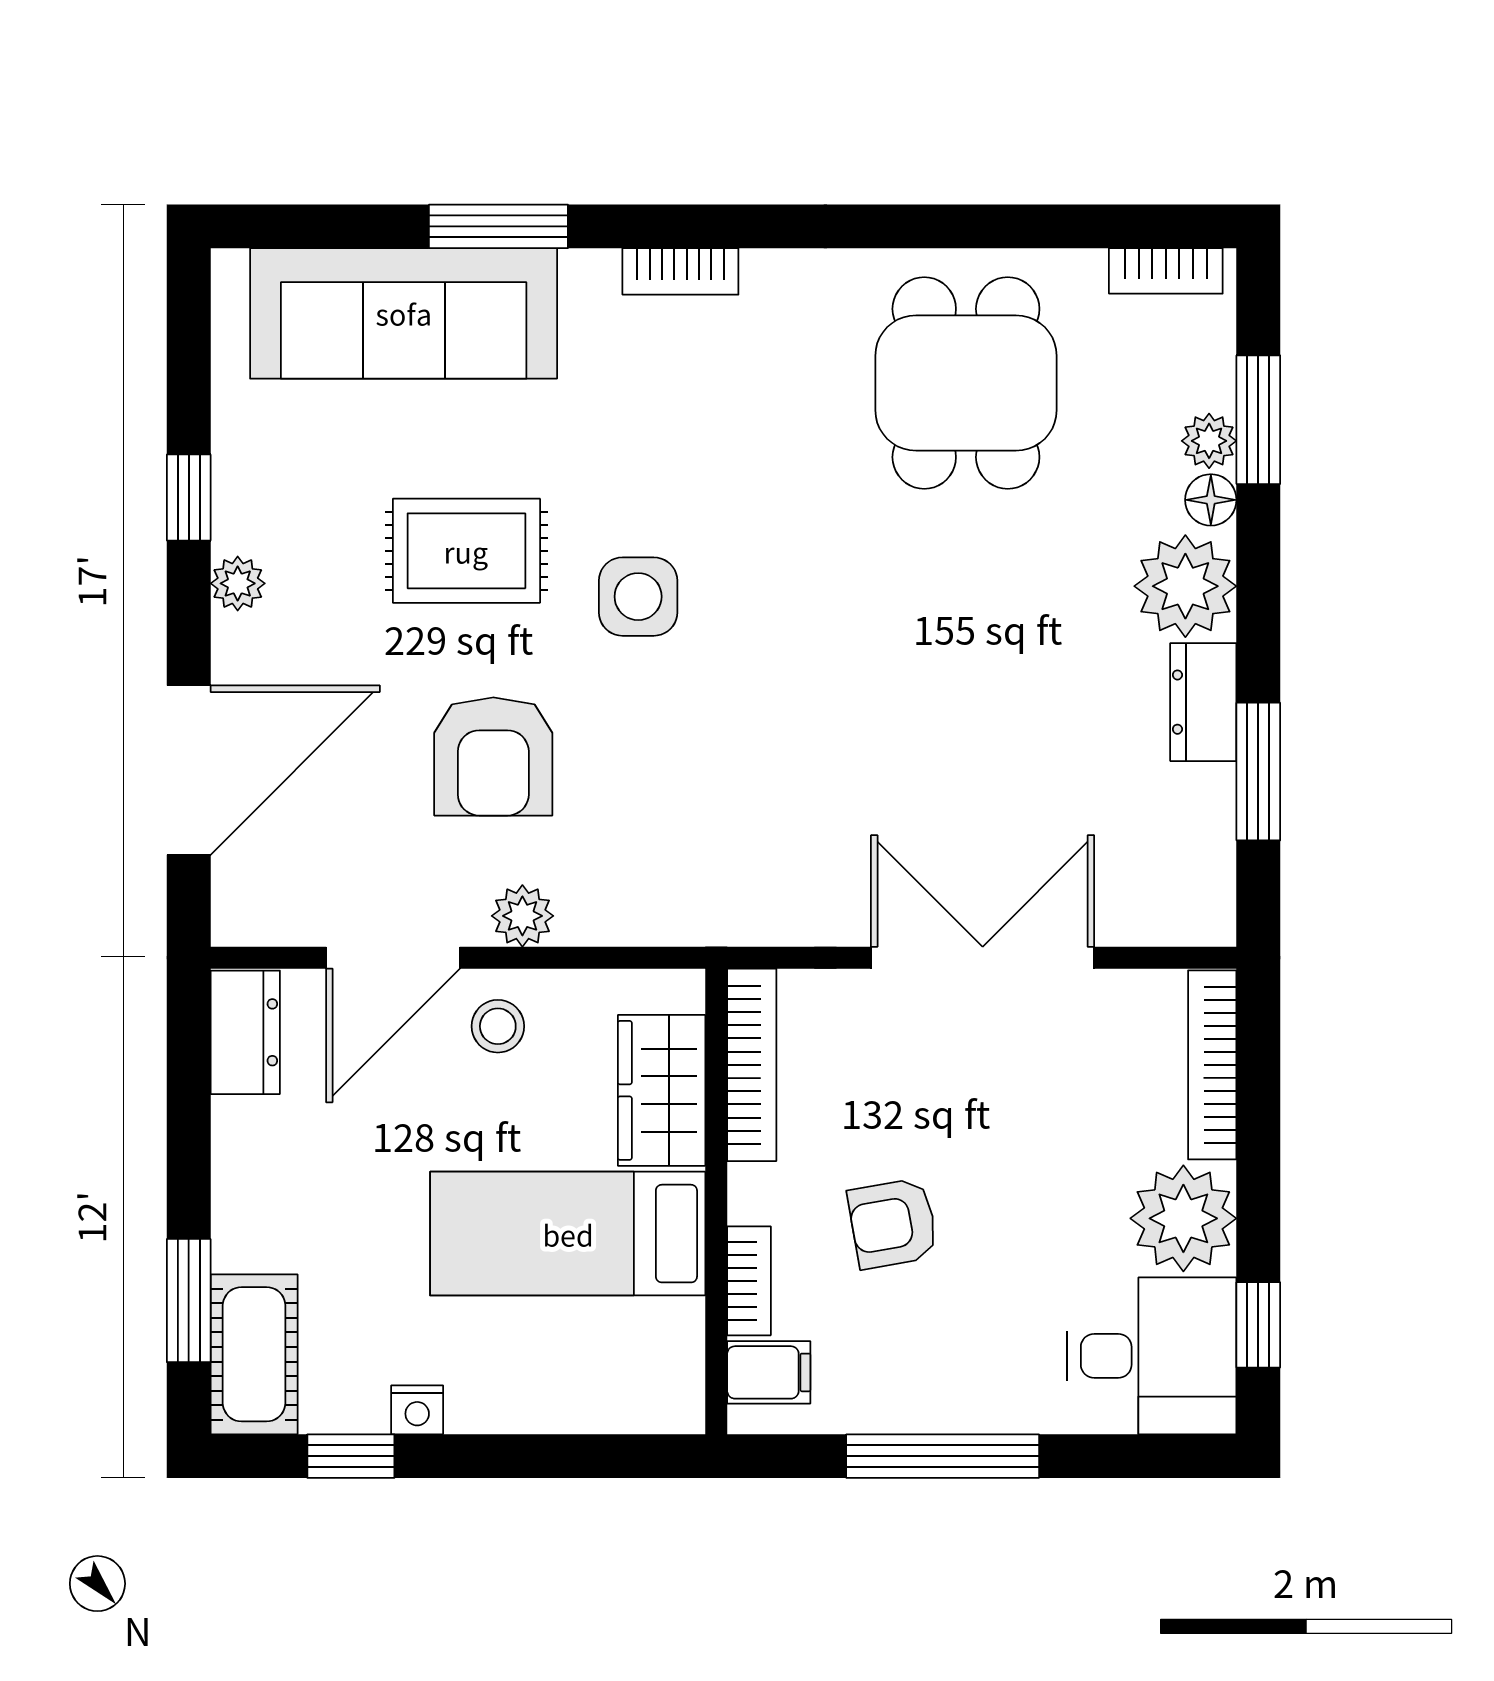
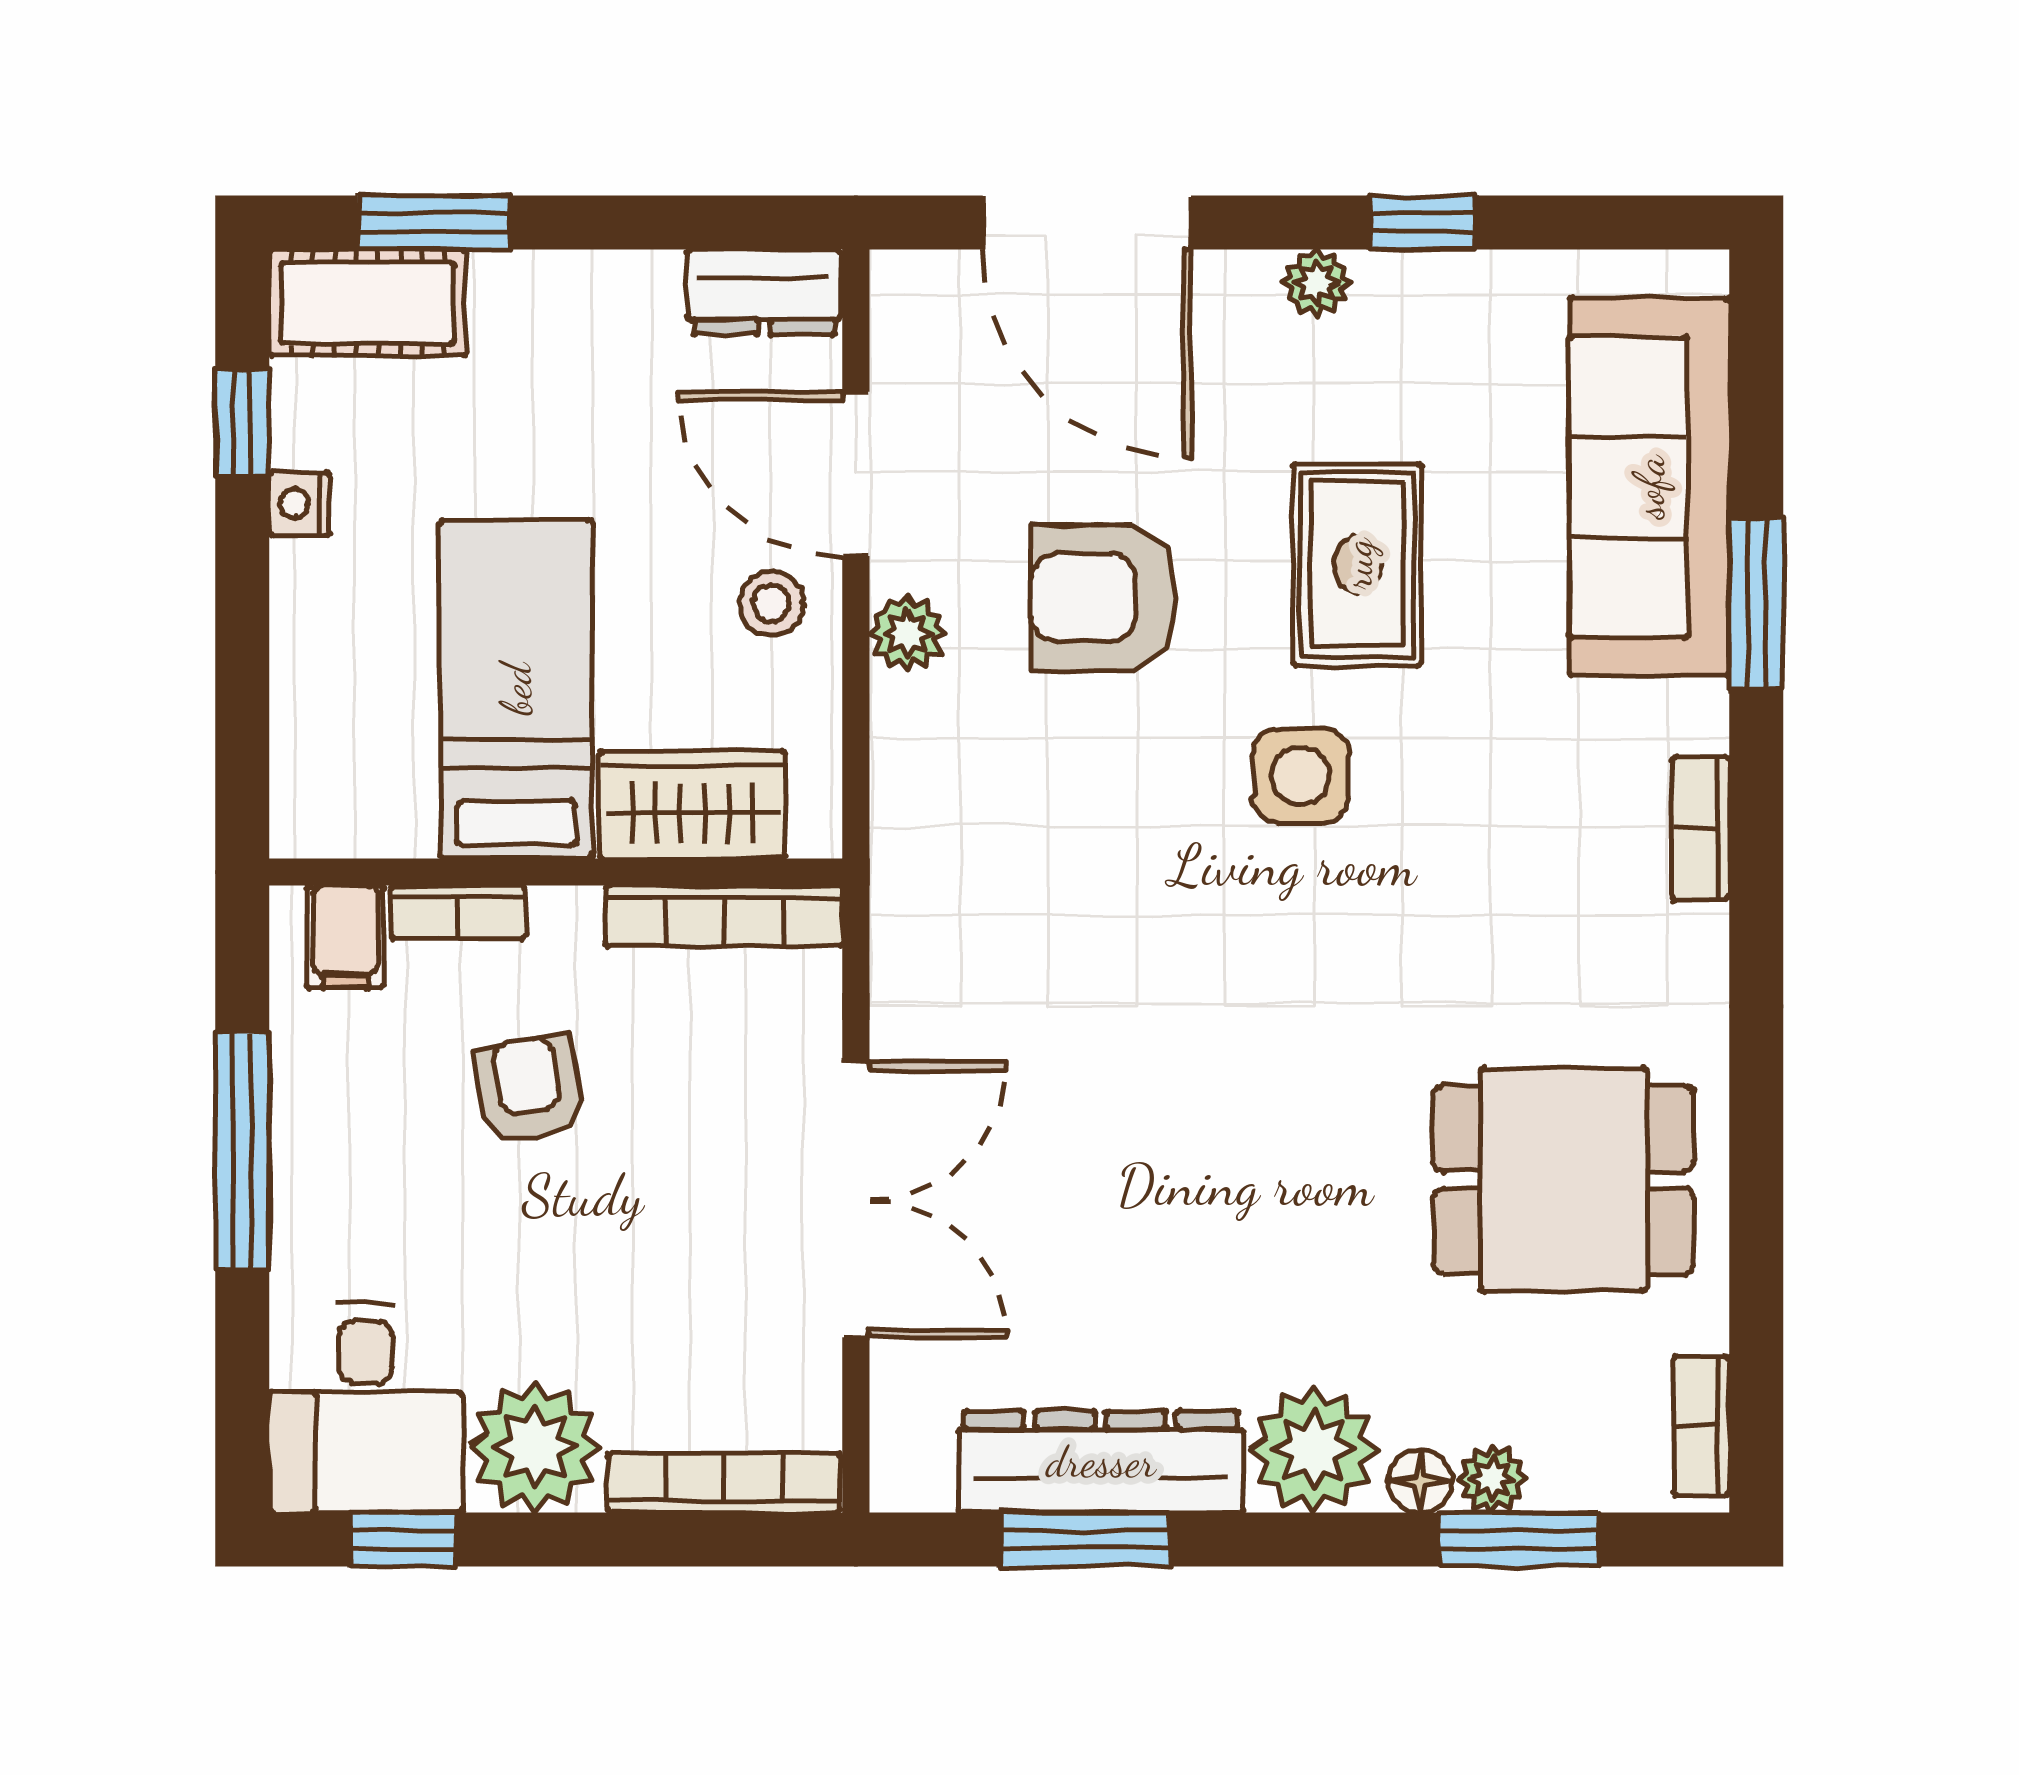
dresser: (1203, 702) -> (1101, 1462), width x1.96, depth x1.24

